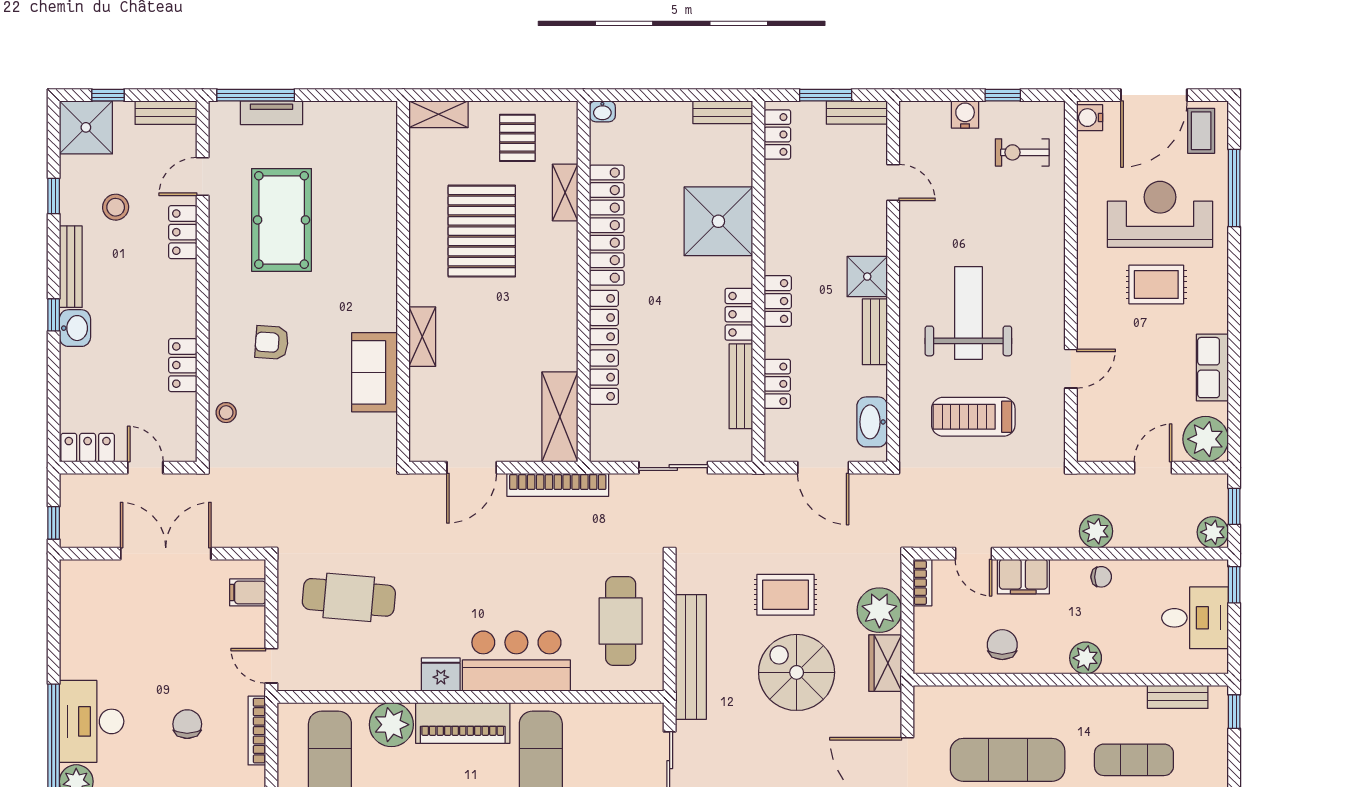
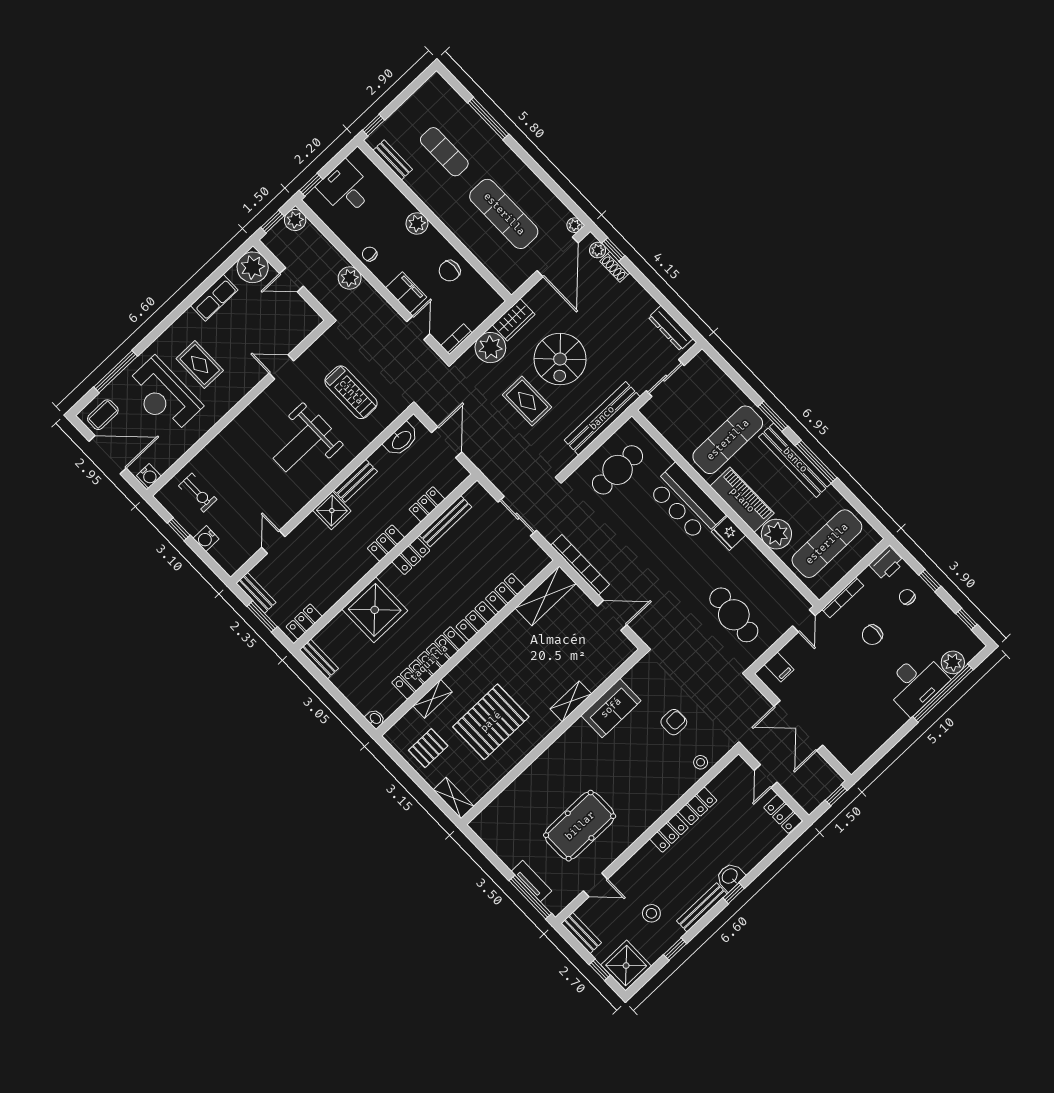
locker: (183, 232) -> (669, 833), moved
armchair: (272, 342) -> (674, 722), moved, turned -94

